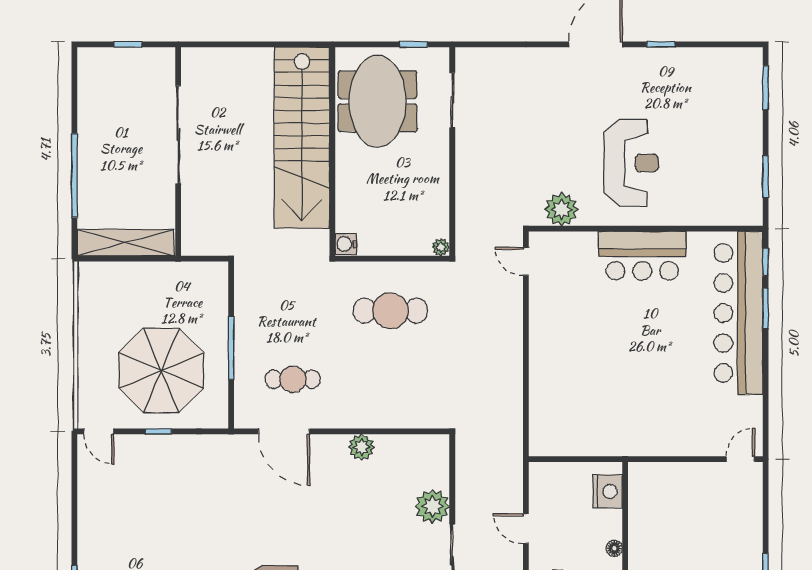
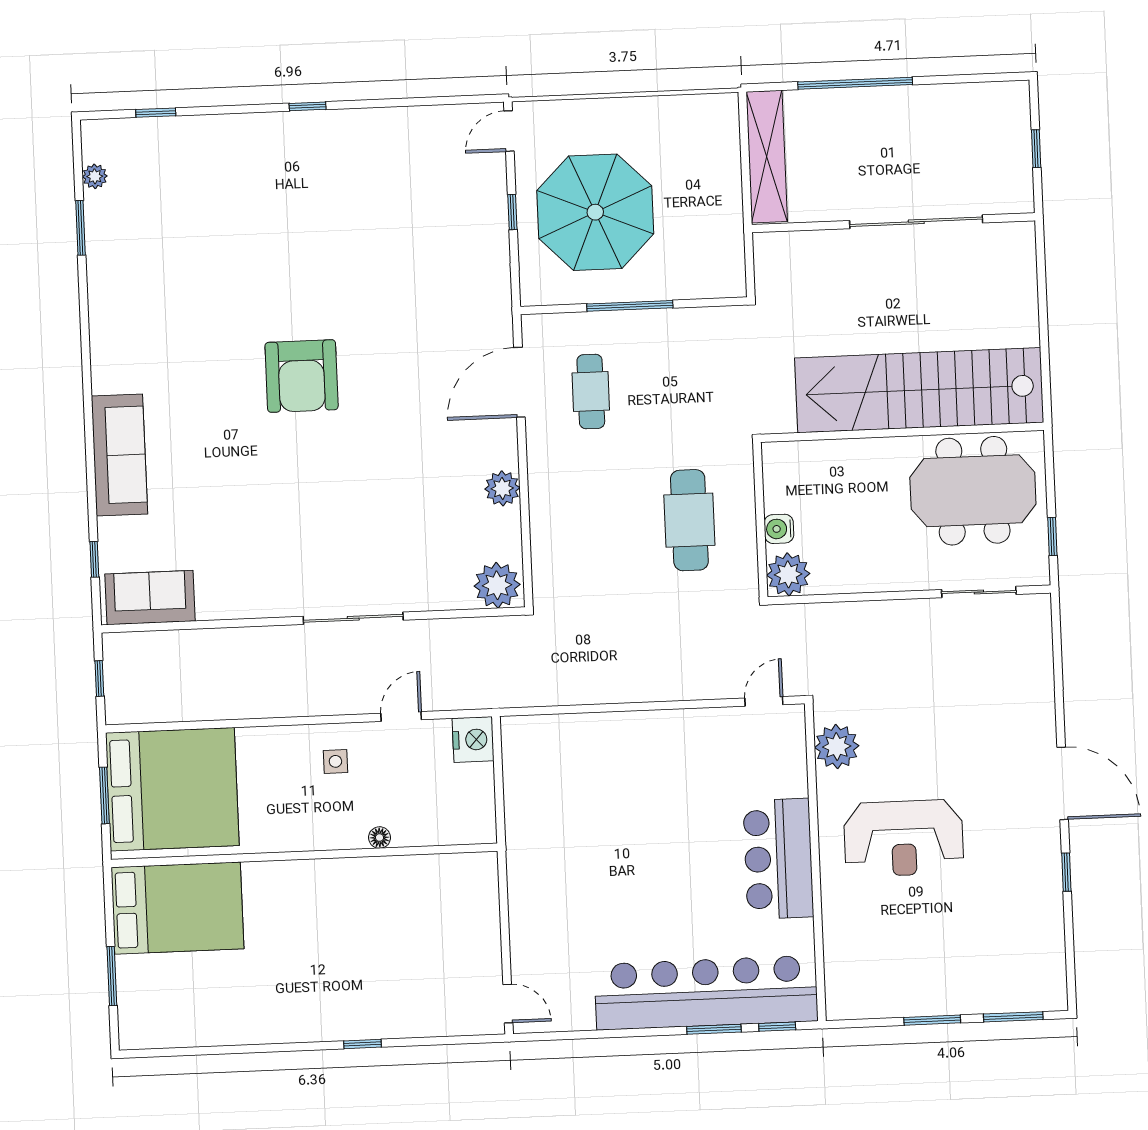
window: (766, 177) -> (932, 1020), moved
water cooler: (346, 244) -> (779, 529), moved, turned -90
plant: (441, 247) -> (788, 574), width x1.88, depth x1.88
nightstand: (608, 491) -> (473, 740), moved, turned -90
plant: (432, 506) -> (497, 585), moved

